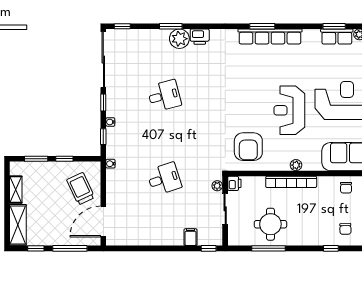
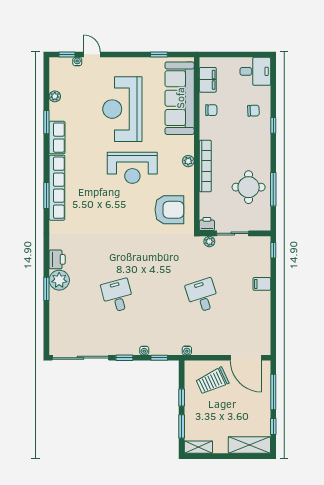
window: (122, 26) -> (46, 338), removed
row of seats: (337, 37) -> (57, 138), moved
shelving: (16, 190) -> (198, 447), moved
filing cabinet: (190, 237) -> (262, 284), moved

